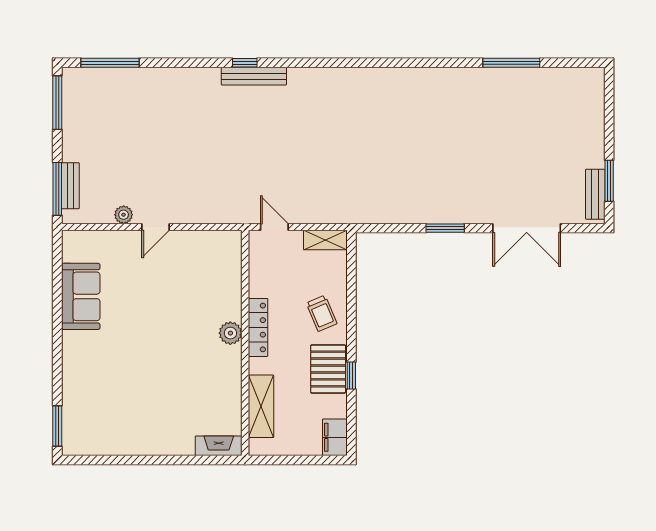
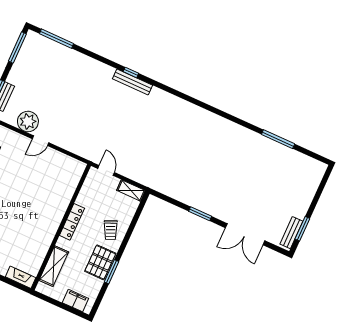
plant: (124, 215) -> (28, 121), width x1.88, depth x1.88
plant: (230, 333) -> (55, 218), removed
window: (351, 376) -> (111, 272), width x1.50
filing cabinet: (335, 437) -> (75, 301), moved, turned 90

